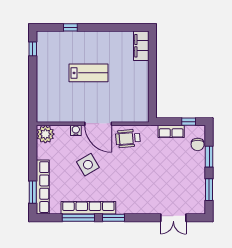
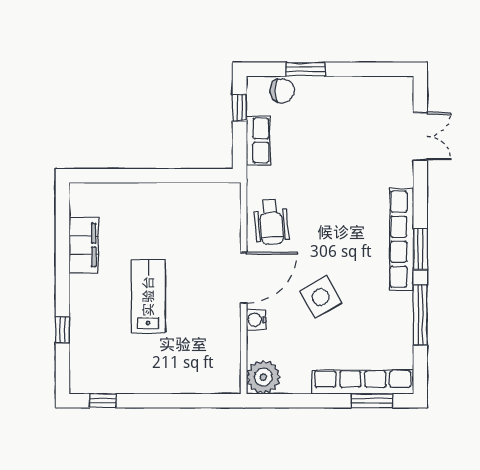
filing cabinet: (141, 46) -> (84, 245), moved, turned -90
window: (209, 190) -> (367, 69), removed
row of seats: (88, 208) -> (402, 239), moved

